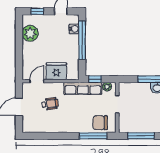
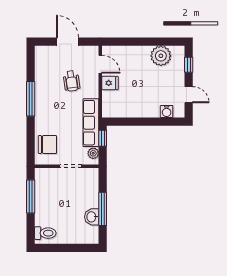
window: (82, 40) -> (152, 122), removed
fridge: (56, 71) -> (110, 83), width x0.53, depth x0.75
chair: (100, 123) -> (47, 145), turned 90
window: (93, 136) -> (31, 99), moved

